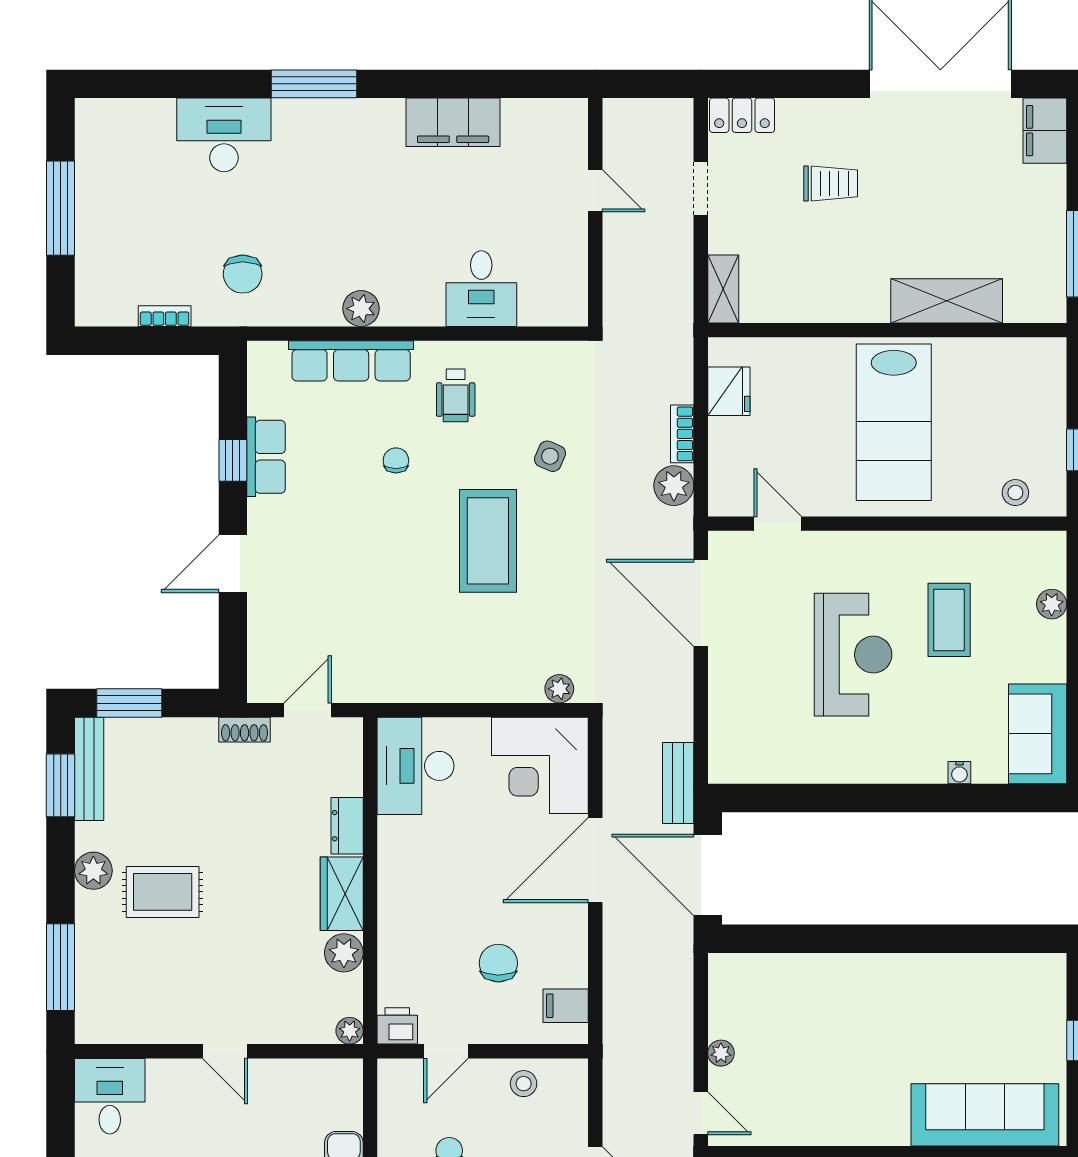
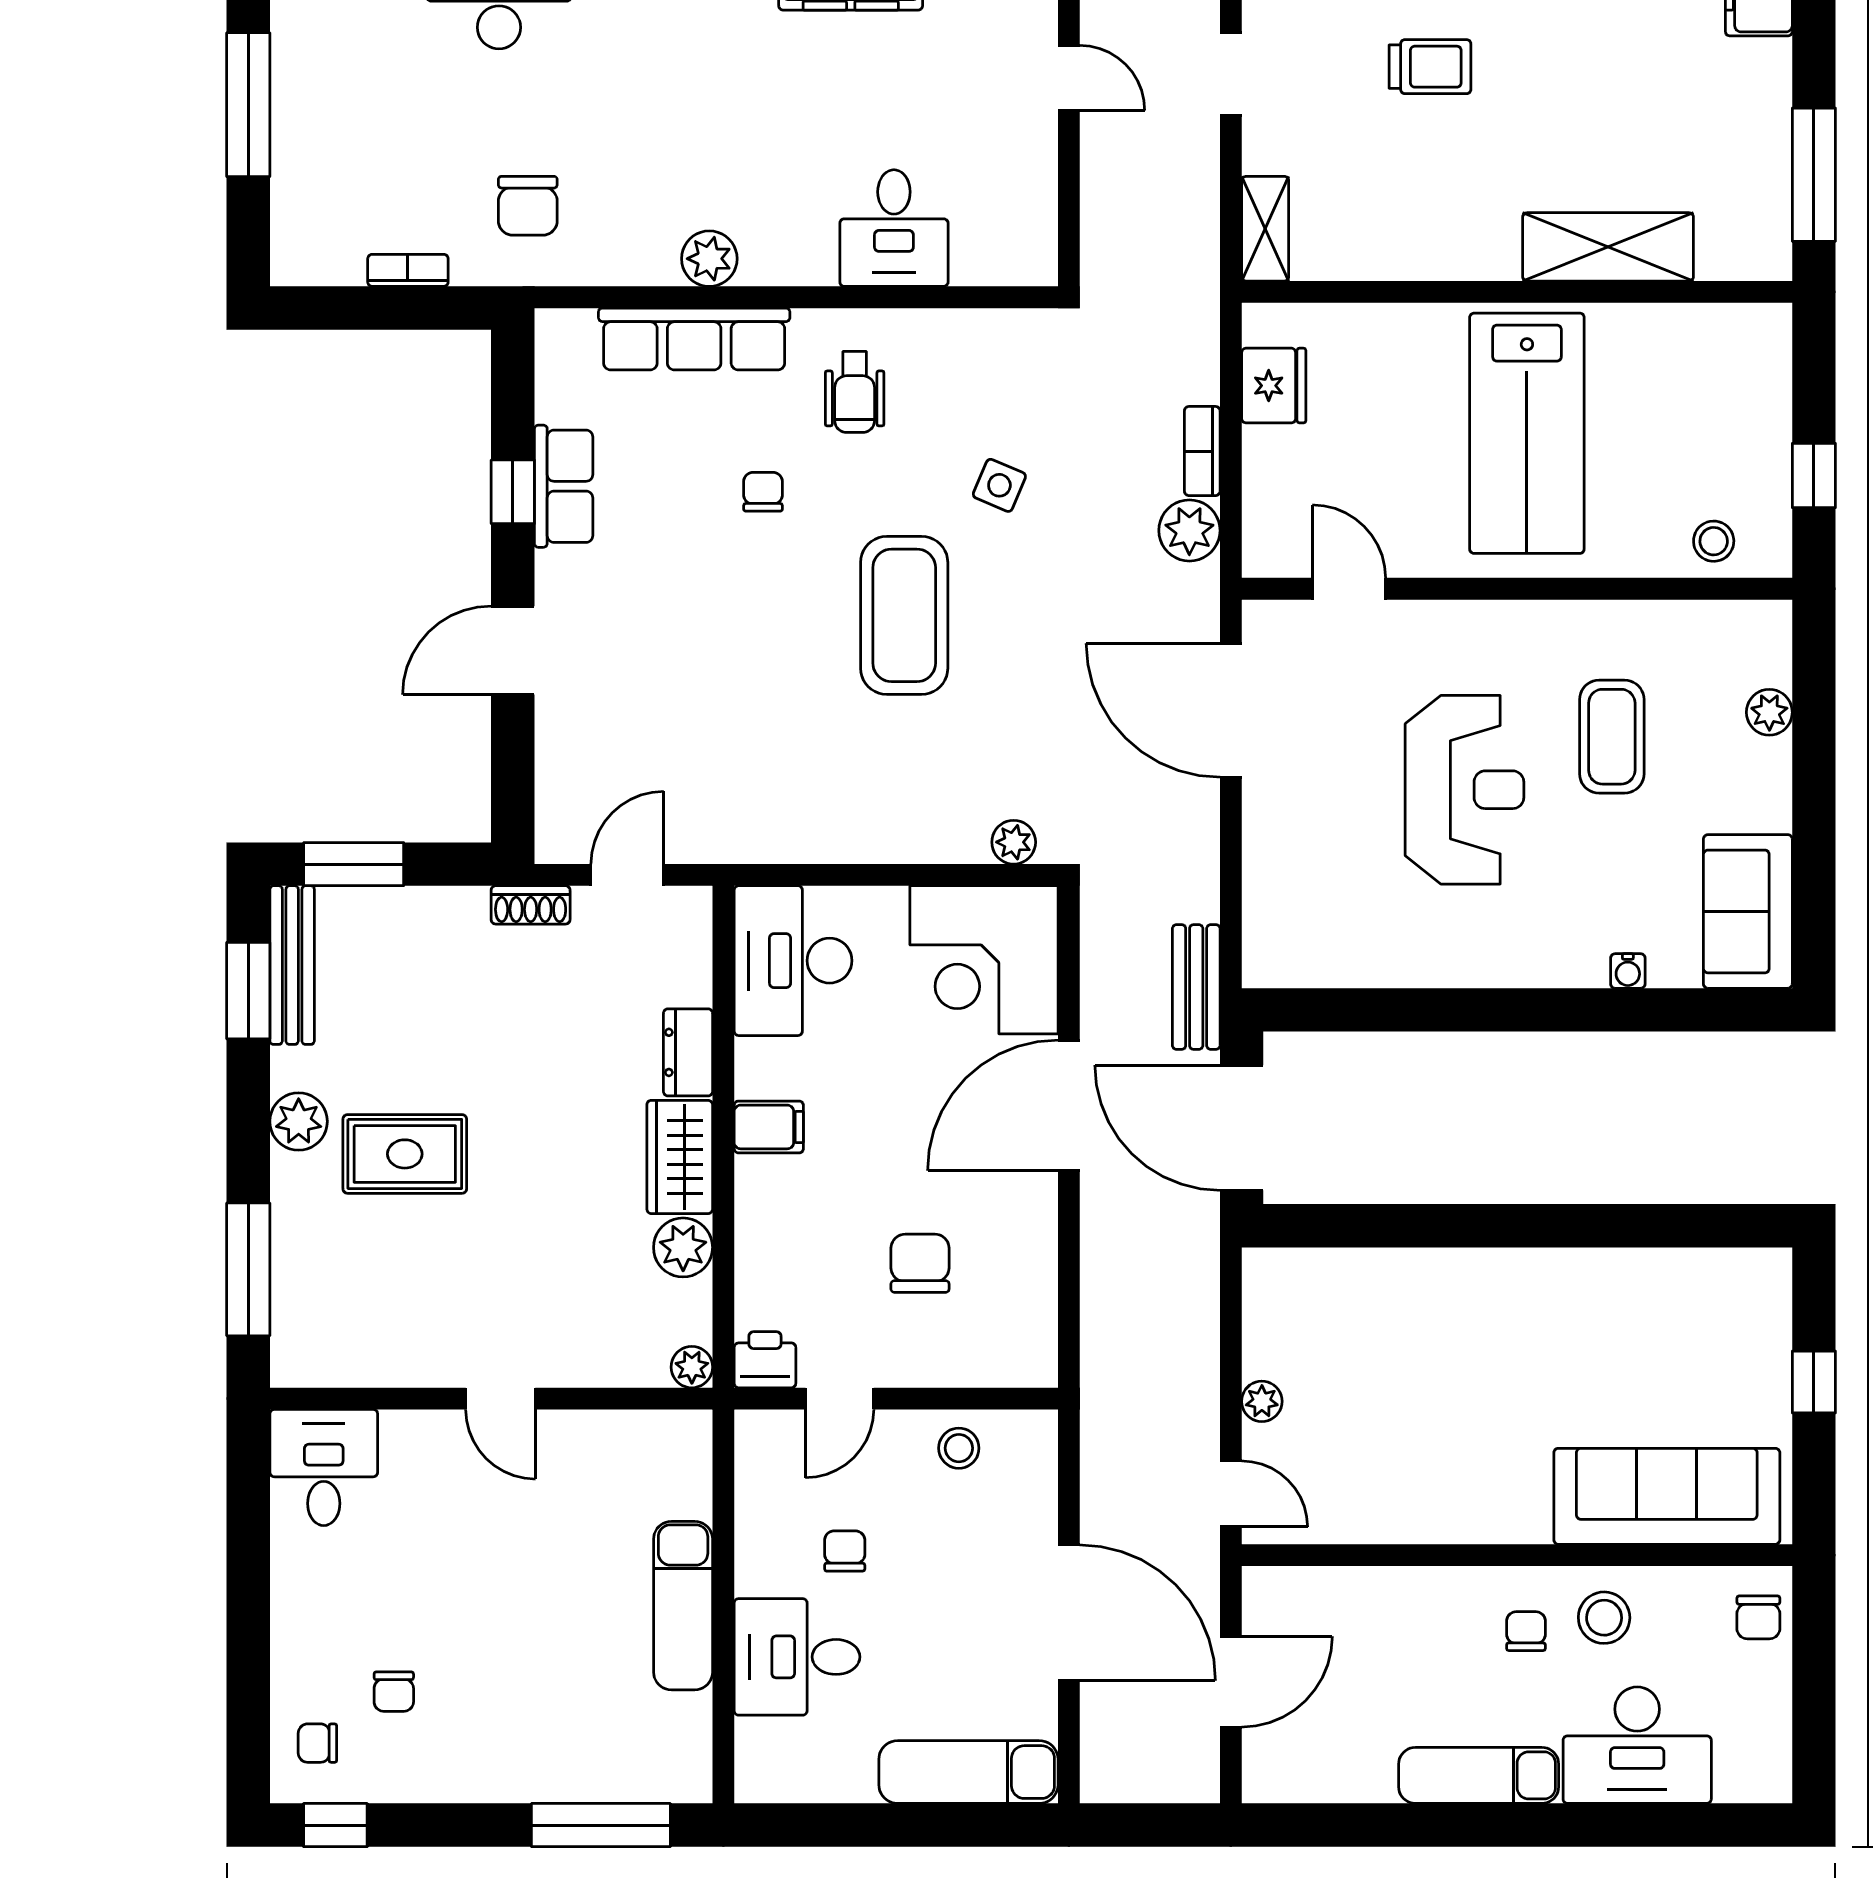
filing cabinet: (566, 1006) -> (769, 1127), moved, turned 180

